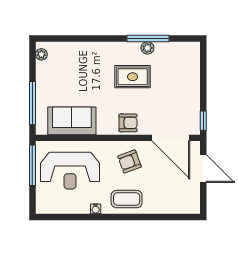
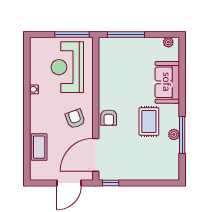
sofa: (72, 121) -> (167, 82), moved, turned 180
coffee table: (127, 199) -> (39, 147), moved

